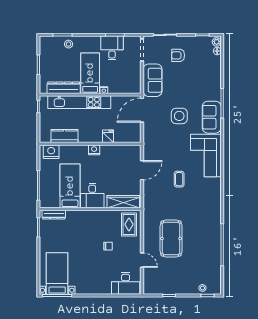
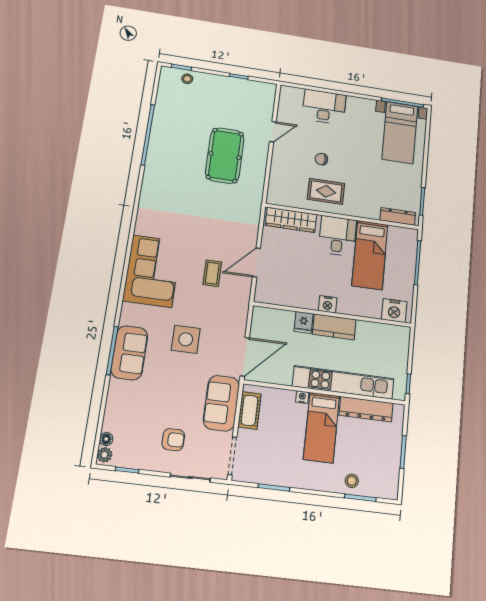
desk: (112, 48) -> (281, 466), removed
cot: (135, 78) -> (249, 410), added
sofa: (212, 117) -> (129, 353), moved
kitchen counter: (65, 136) -> (334, 327), moved
coffee table: (179, 179) -> (212, 273), moved
rug: (129, 224) -> (326, 191), moved, turned 90
door: (142, 260) -> (273, 132), swing flipped
desk: (126, 283) -> (324, 107), moved

